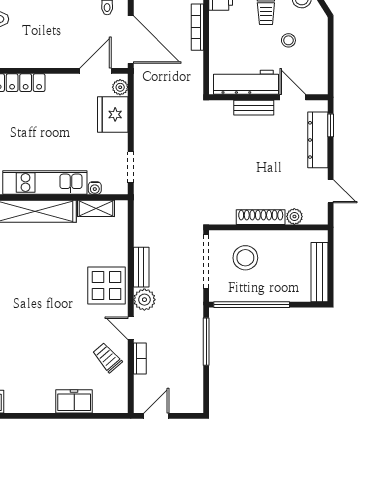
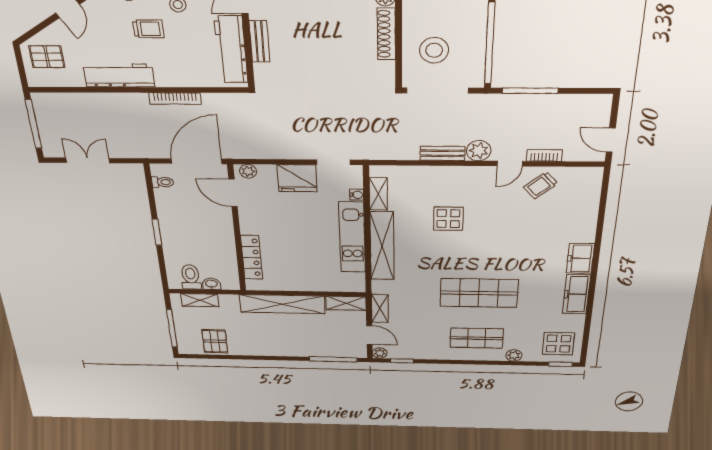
fridge: (113, 114) -> (297, 178), moved
display table: (107, 285) -> (448, 219), moved, width x0.73, depth x0.73
freezer: (74, 401) -> (580, 258), moved

